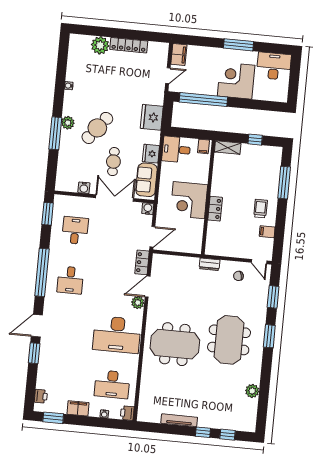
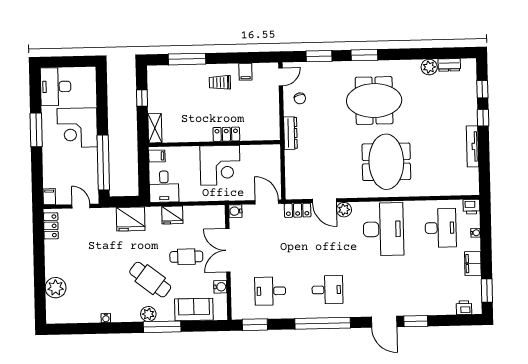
locker: (129, 45) -> (51, 226), moved, width x0.66
filing cabinet: (179, 55) -> (49, 197), width x0.50
sofa: (146, 180) -> (194, 310), moved, turned 180
dresser: (210, 264) -> (290, 133), width x1.44
dresser: (252, 408) -> (449, 65), added

